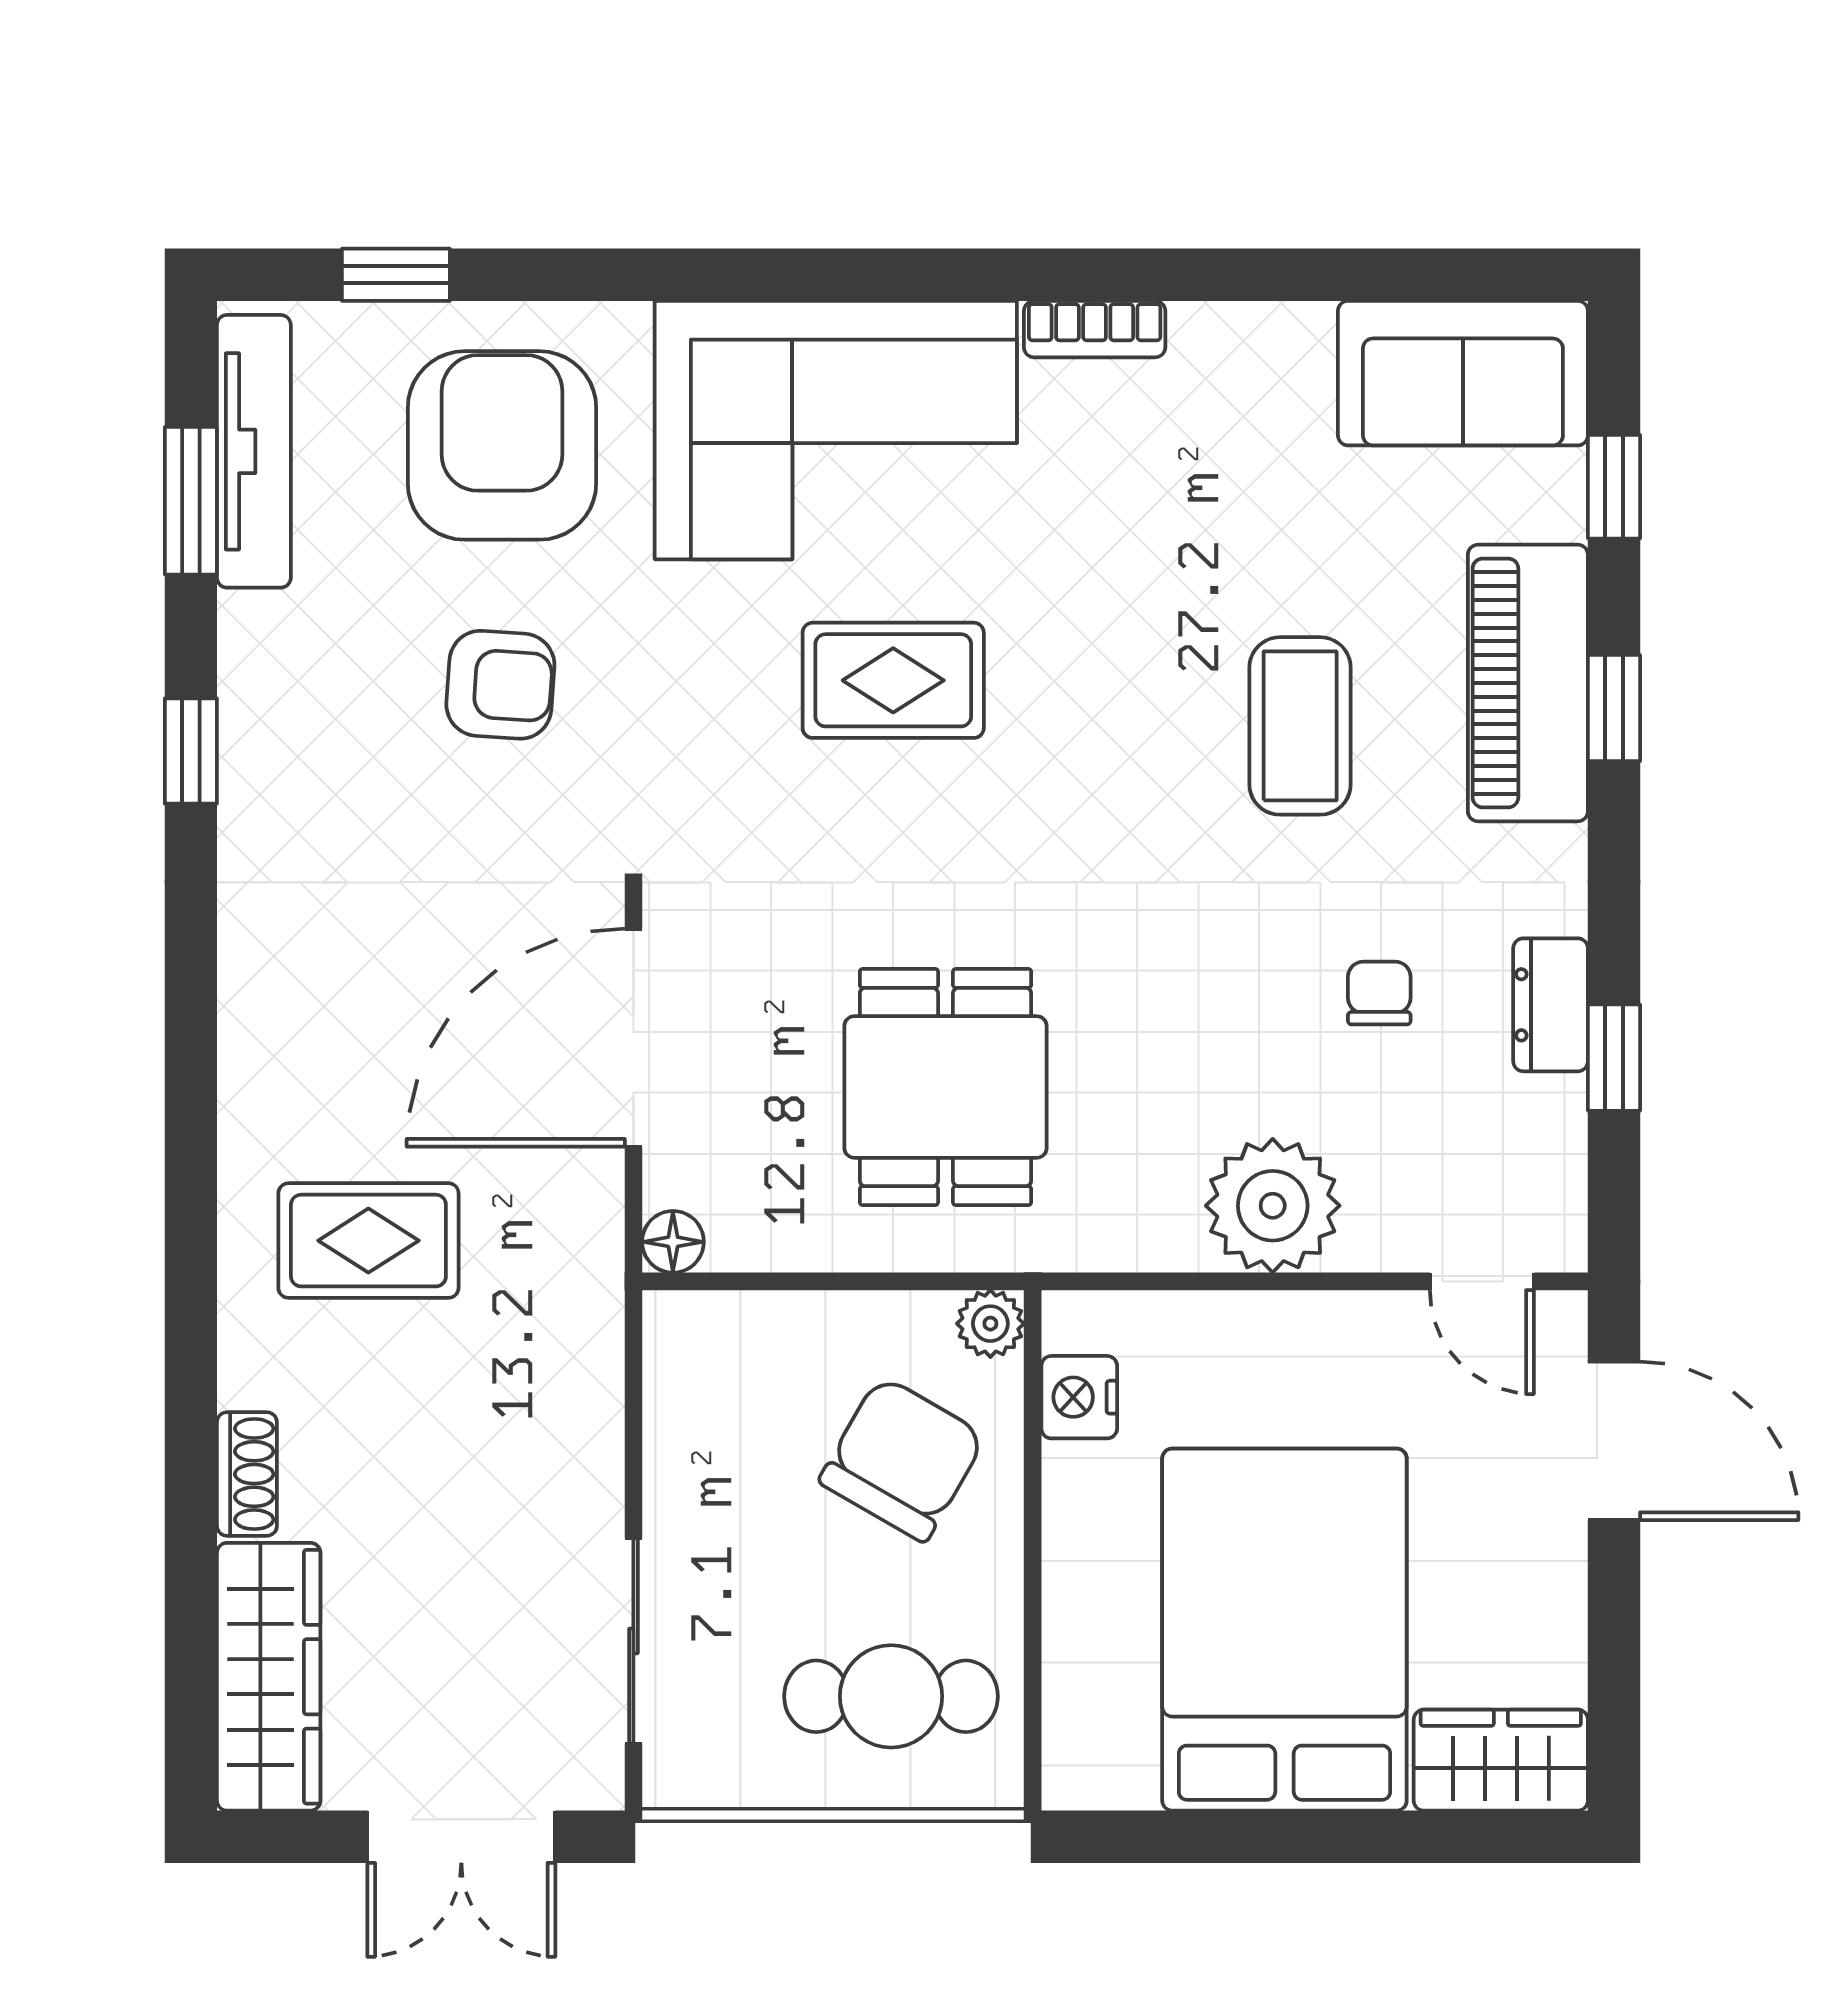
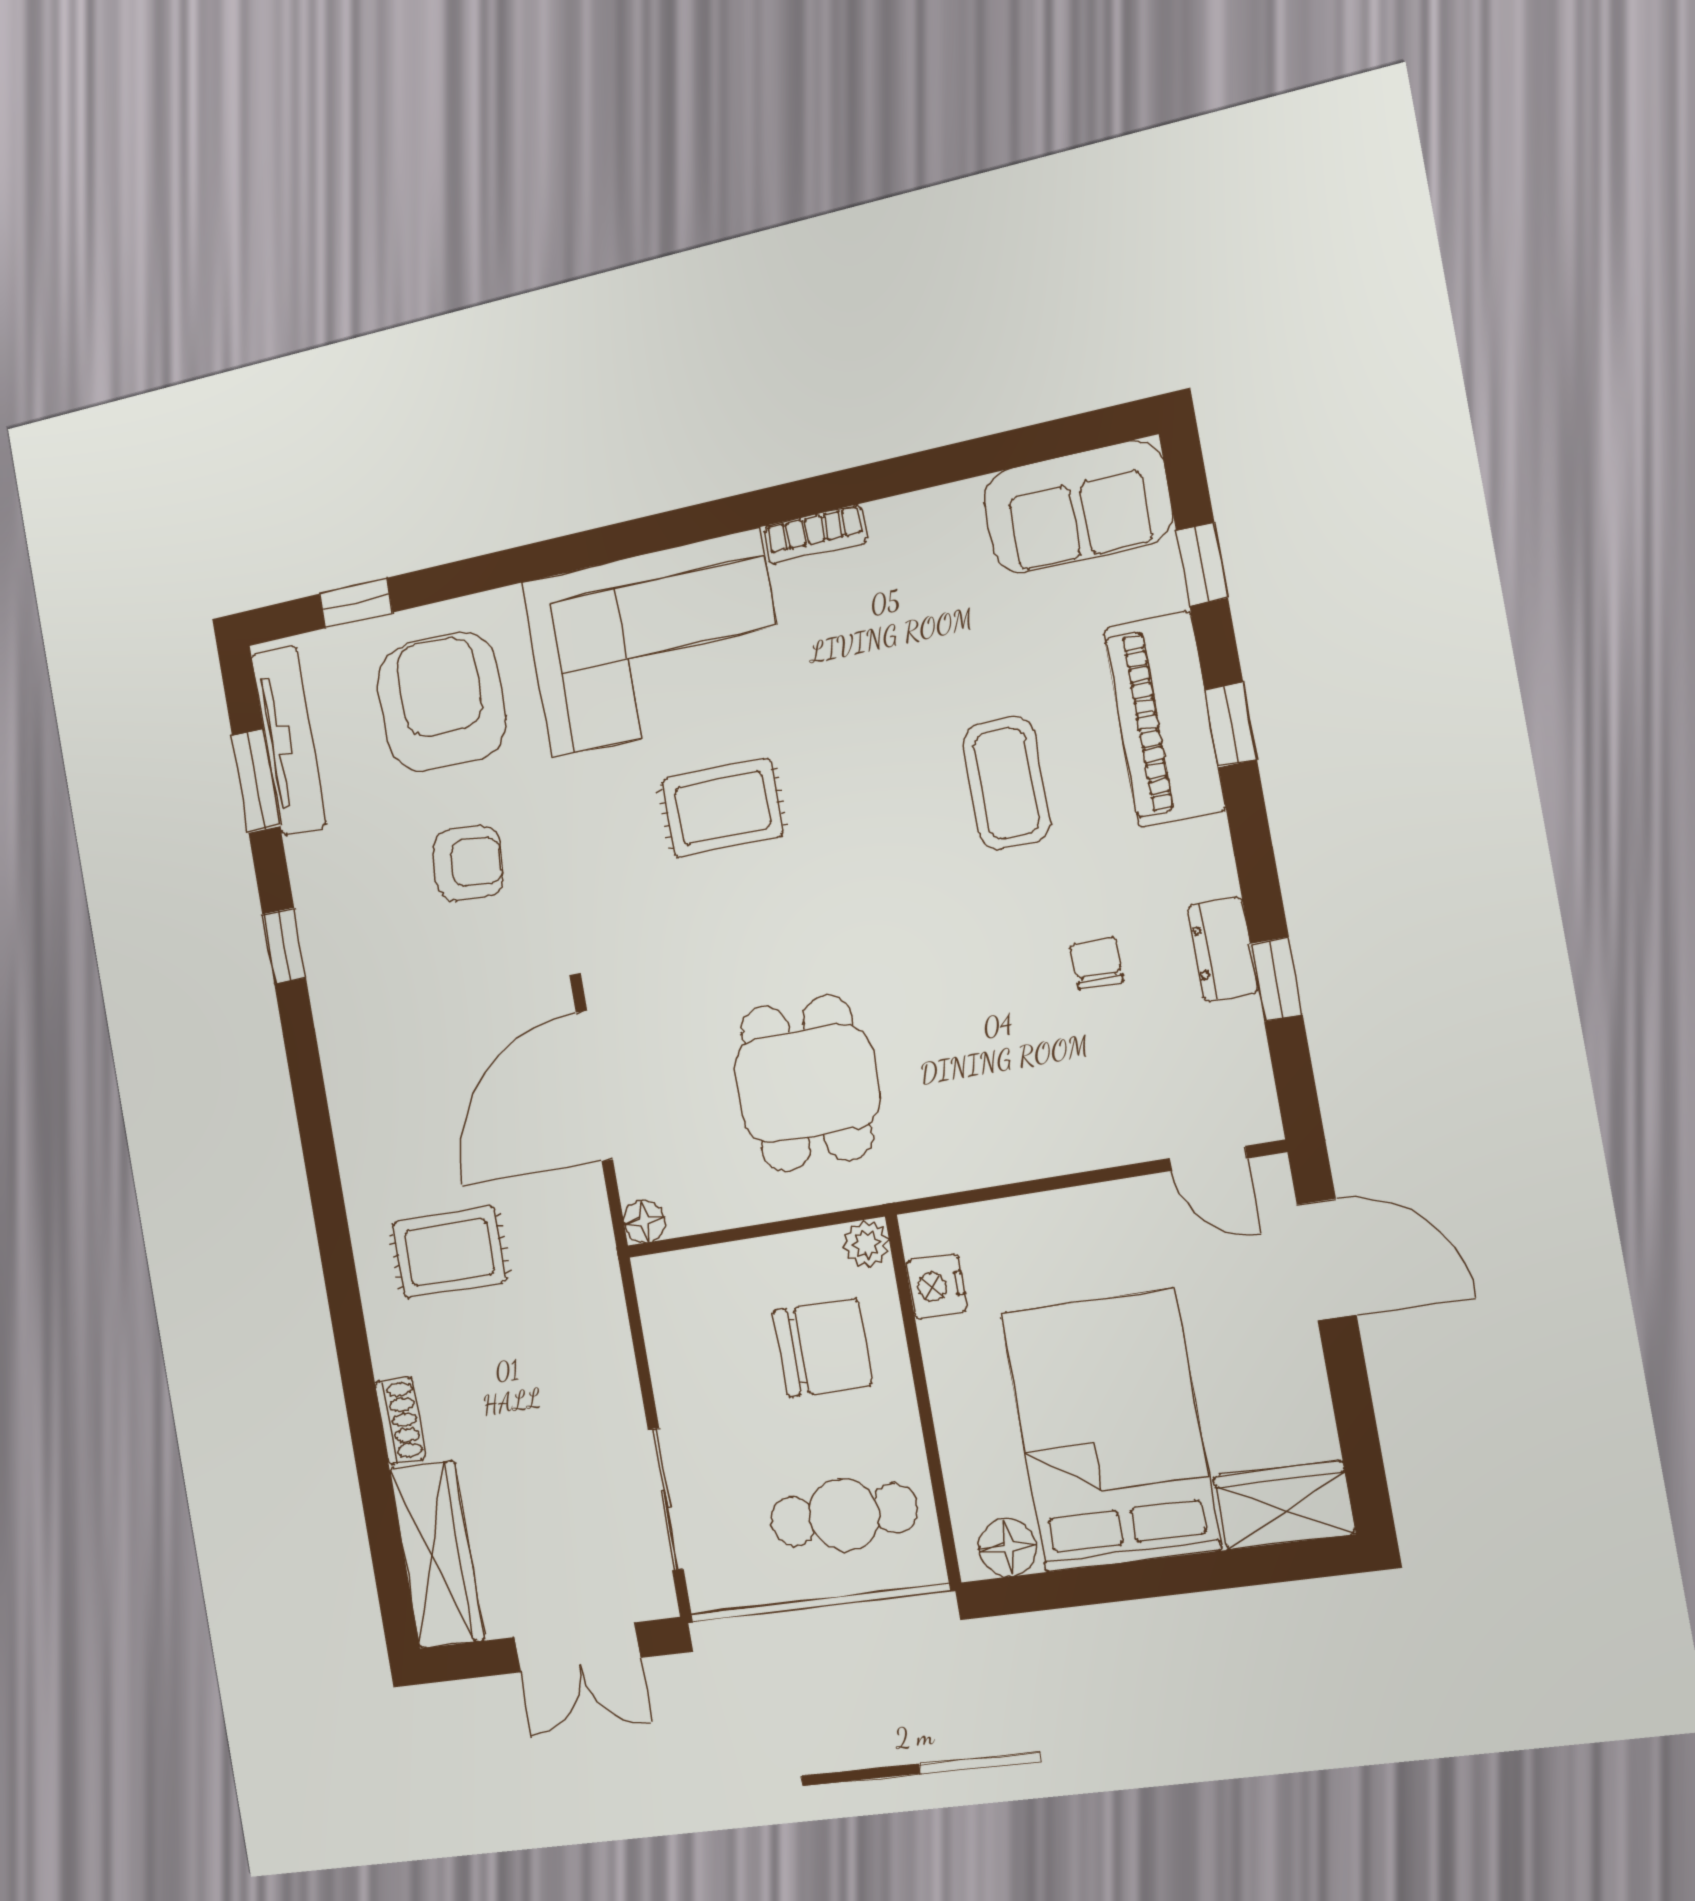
plant: (1273, 1206) -> (1048, 1129), removed
chair: (902, 1459) -> (823, 1348), turned 60
floor lamp: (1115, 1770) -> (1008, 1547), added

